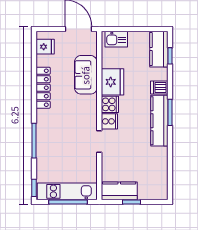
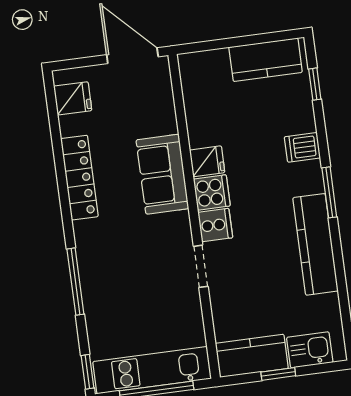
kitchen sink: (116, 39) -> (310, 350), moved, turned 180
kitchen counter: (159, 49) -> (266, 60), moved, turned -90
sofa: (86, 75) -> (162, 174), moved
fridge: (112, 82) -> (207, 161), width x0.53, depth x0.75
kitchen counter: (159, 121) -> (315, 244), moved

